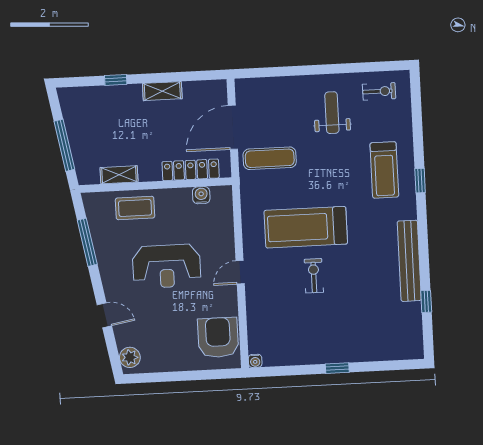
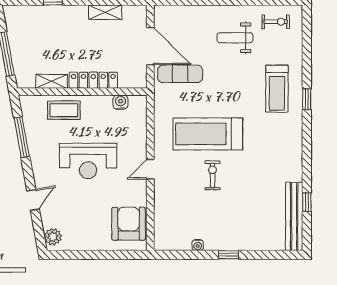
shelving: (162, 91) -> (105, 12), moved
weight bench: (332, 113) -> (235, 38), turned -90
door: (233, 127) -> (150, 46), swing flipped
locker: (191, 170) -> (93, 80), moved
bench: (409, 261) -> (294, 216), moved
door: (104, 315) -> (33, 200), hinge flipped
water cooler: (255, 361) -> (198, 245), moved

